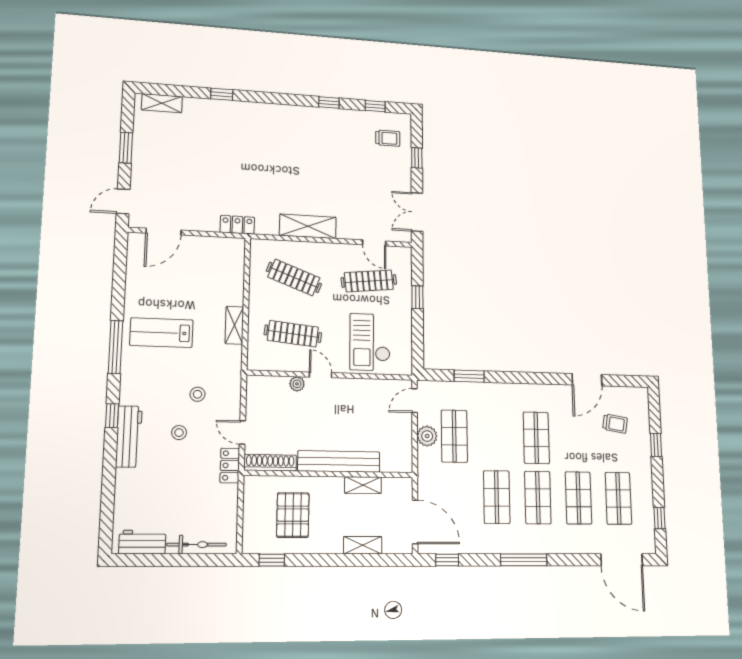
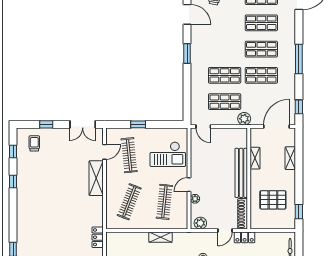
shelving: (308, 226) -> (96, 178), moved
window: (469, 376) -> (187, 54), moved
plant: (256, 391) -> (200, 223), added
plant: (427, 436) -> (244, 119), moved
shop shelf: (536, 438) -> (225, 75), moved

